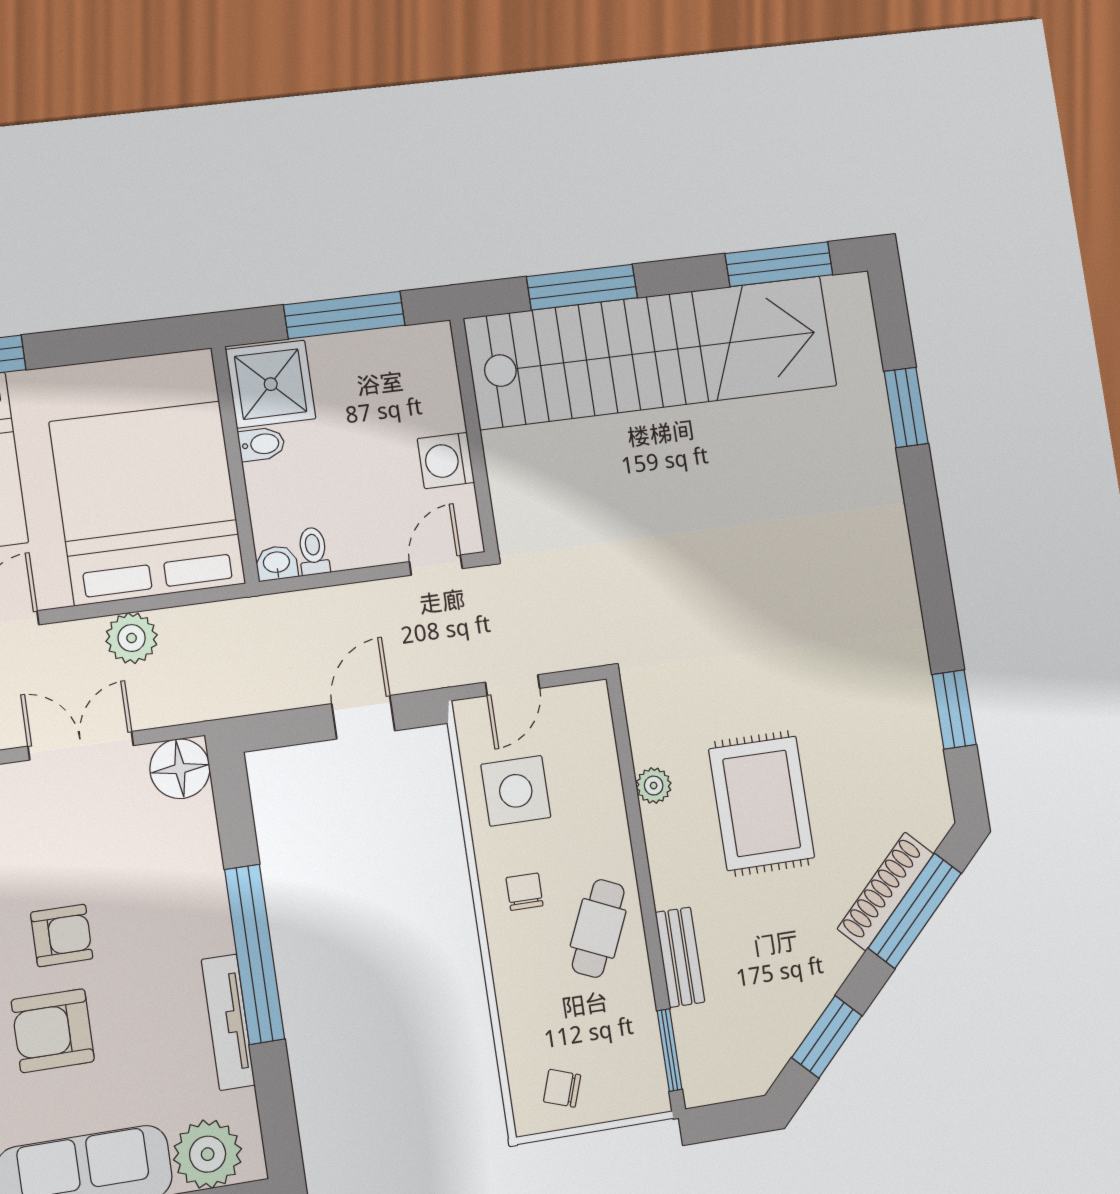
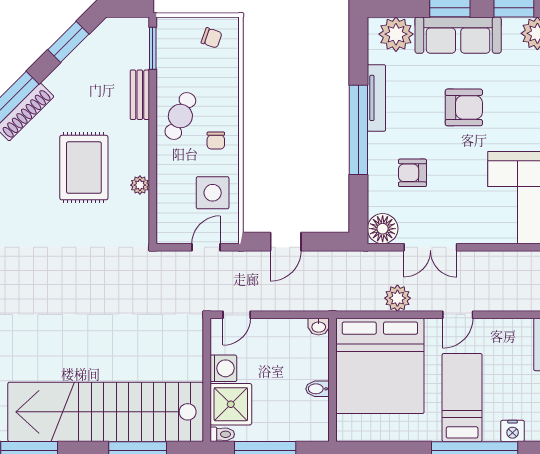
shower: (271, 384) -> (231, 404), moved
toilet: (313, 551) -> (222, 434), moved, turned -90
armchair: (62, 935) -> (412, 173), moved

